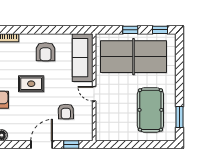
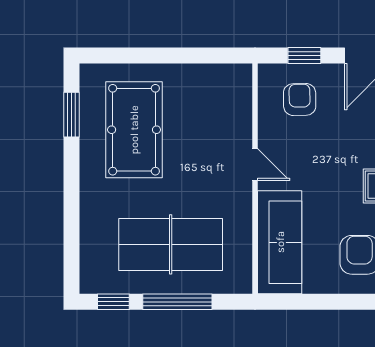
window: (130, 30) -> (177, 302), width x2.17
table tennis table: (133, 57) -> (171, 244), width x0.73, depth x0.76
armchair: (66, 111) -> (300, 99), moved

